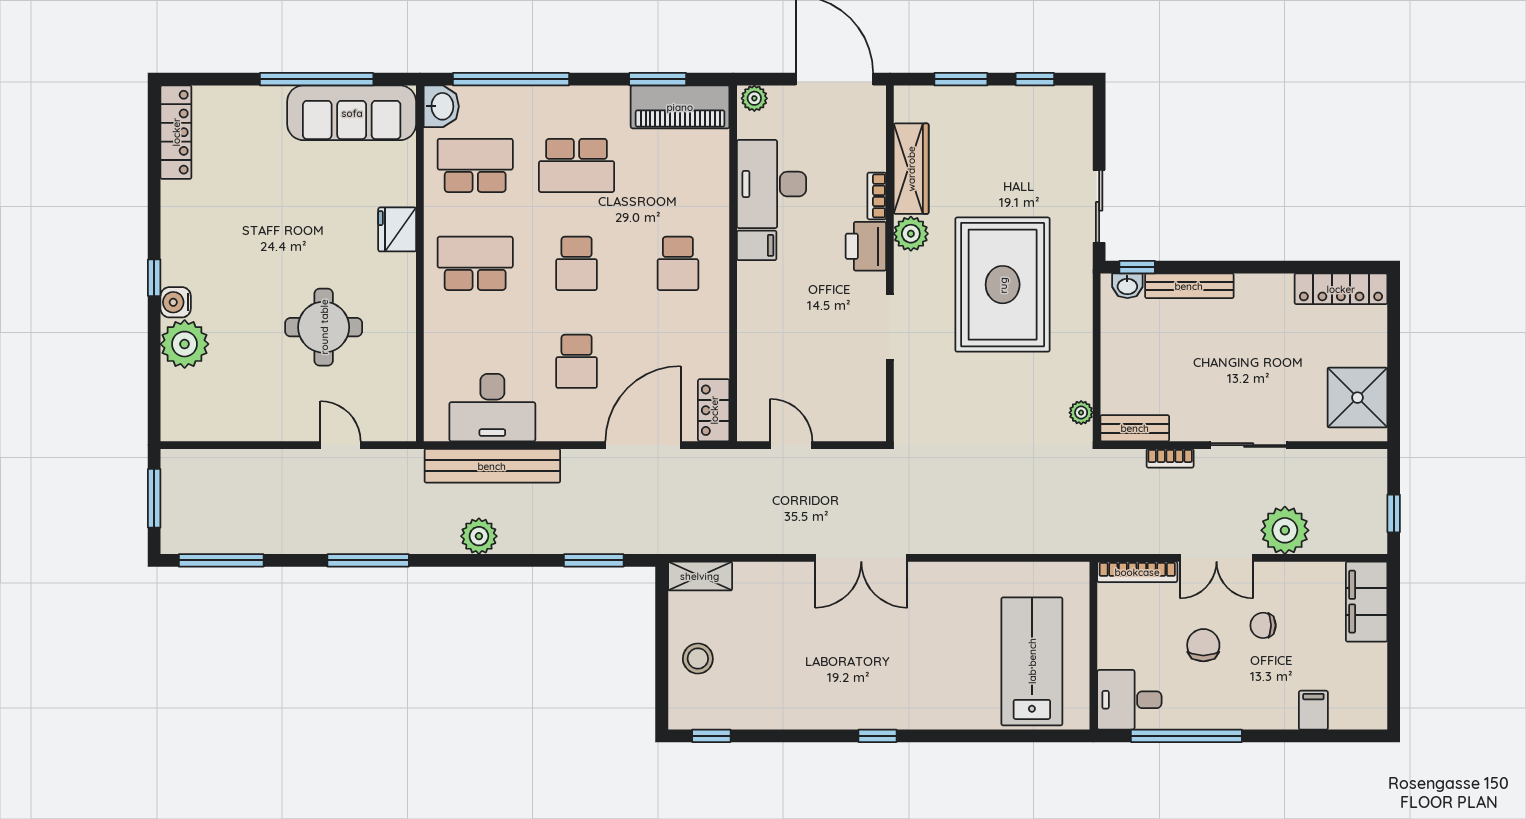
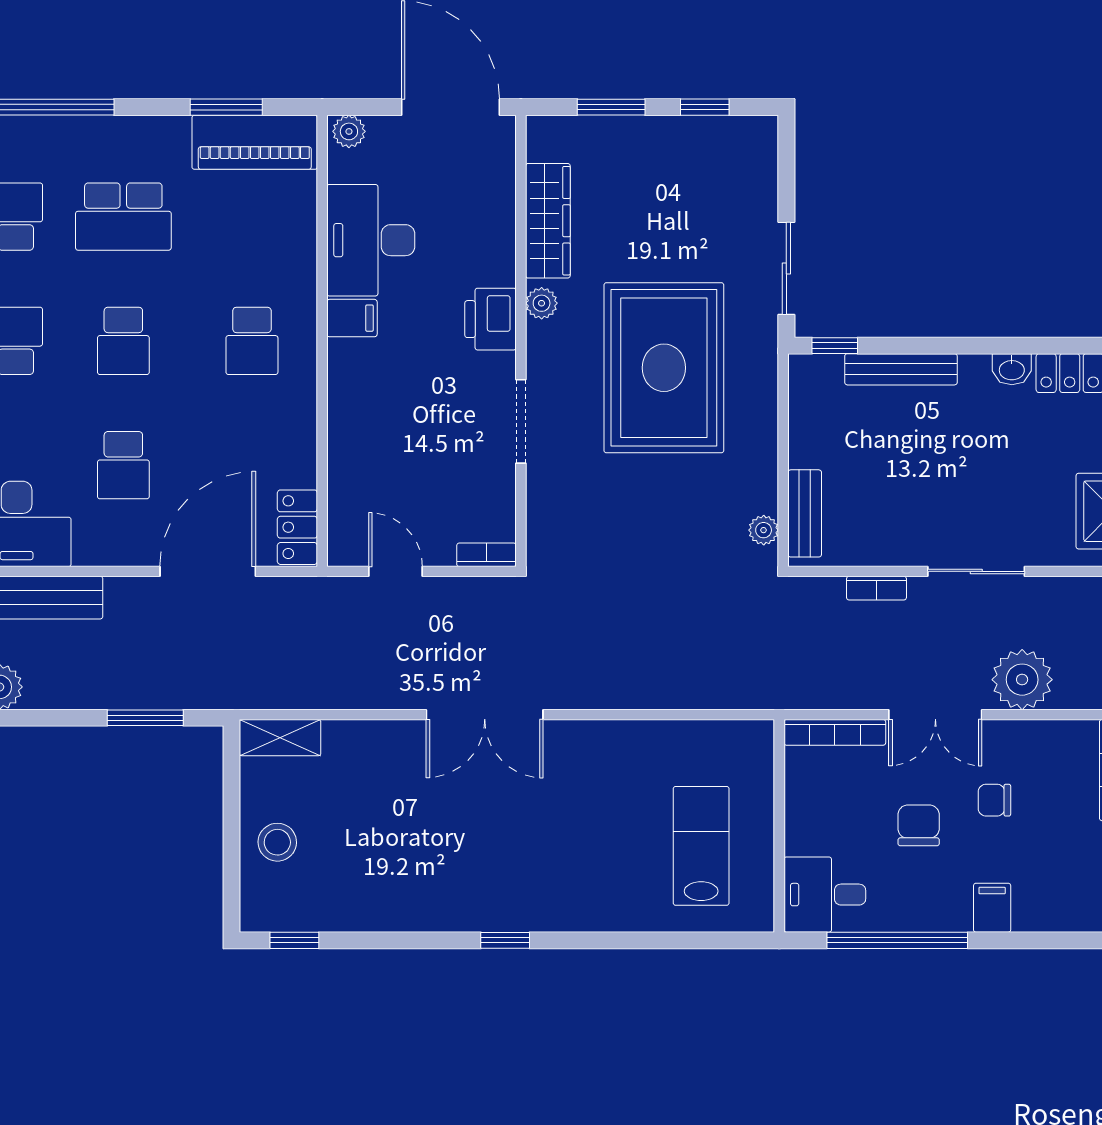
bookcase: (877, 196) -> (486, 555), moved, turned 90
plant: (911, 234) -> (542, 303), width x0.73, depth x0.73
washbasin: (1127, 286) -> (1012, 369), moved
bench: (1135, 428) -> (805, 513), moved, turned 90
lab bench: (1032, 661) -> (701, 846), width x0.73, depth x0.72
filing cabinet: (1313, 710) -> (992, 908), moved

